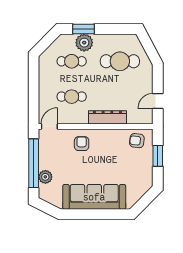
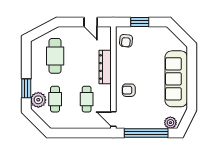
plant: (84, 43) -> (38, 100), moved
plant: (45, 177) -> (170, 123), moved

